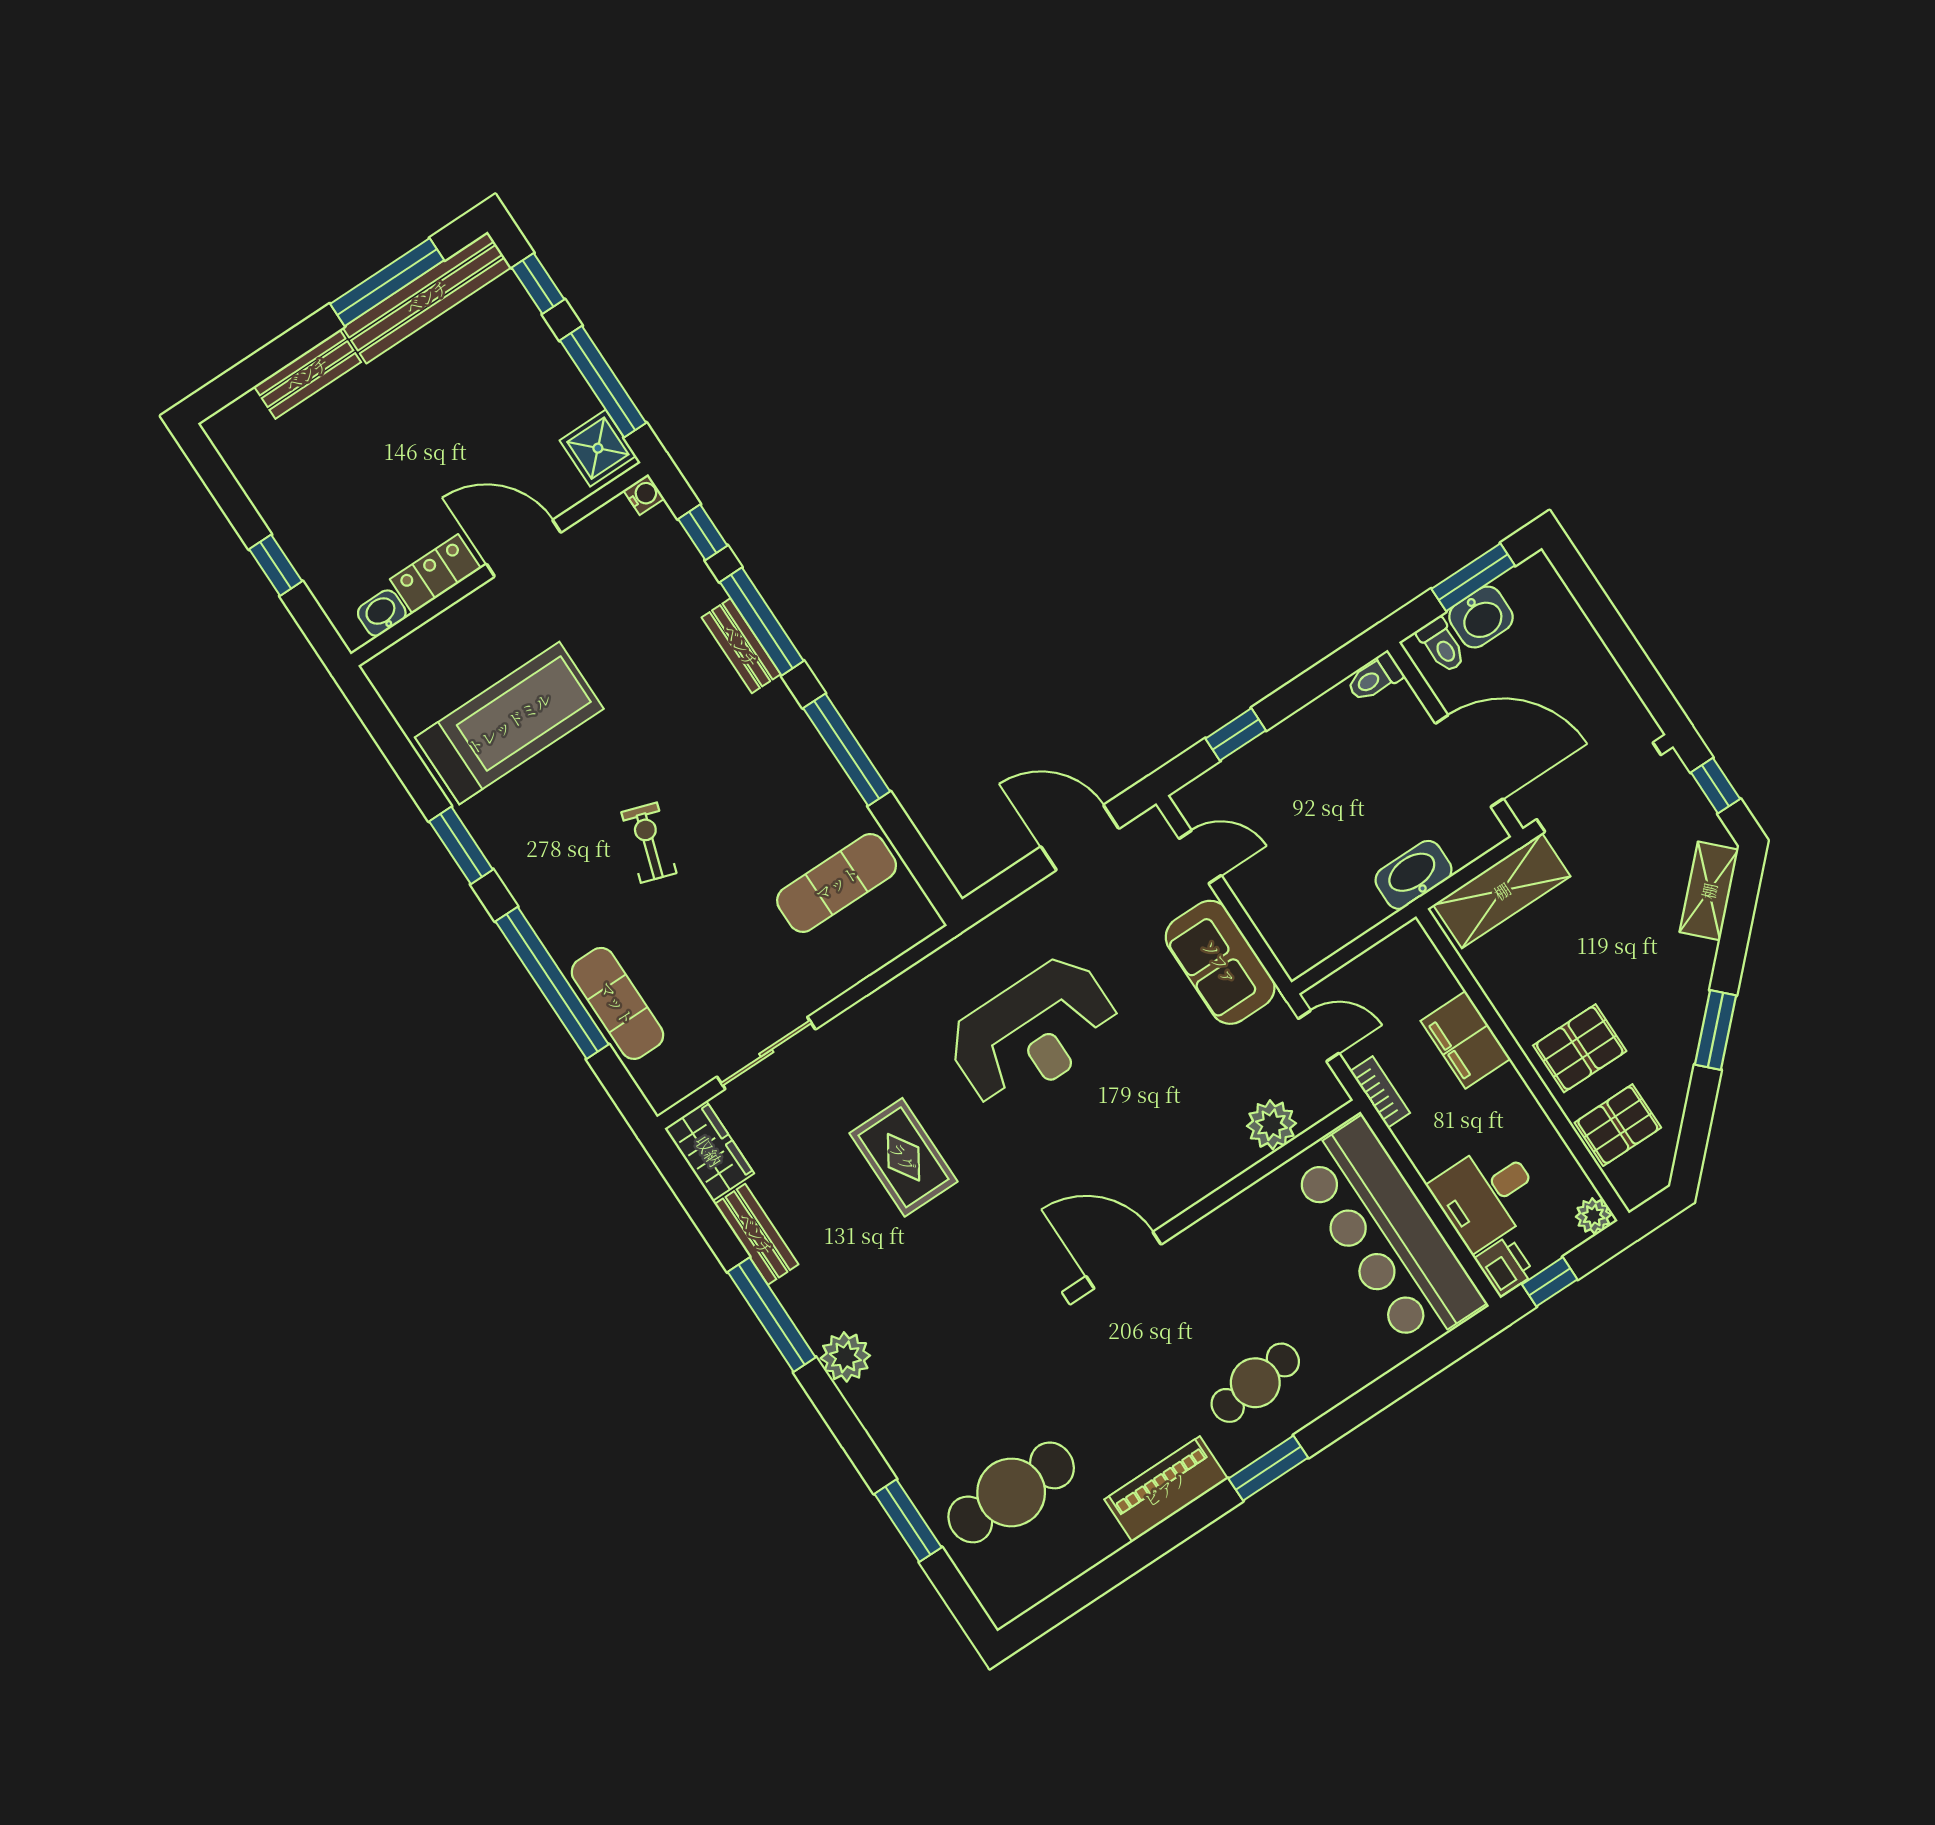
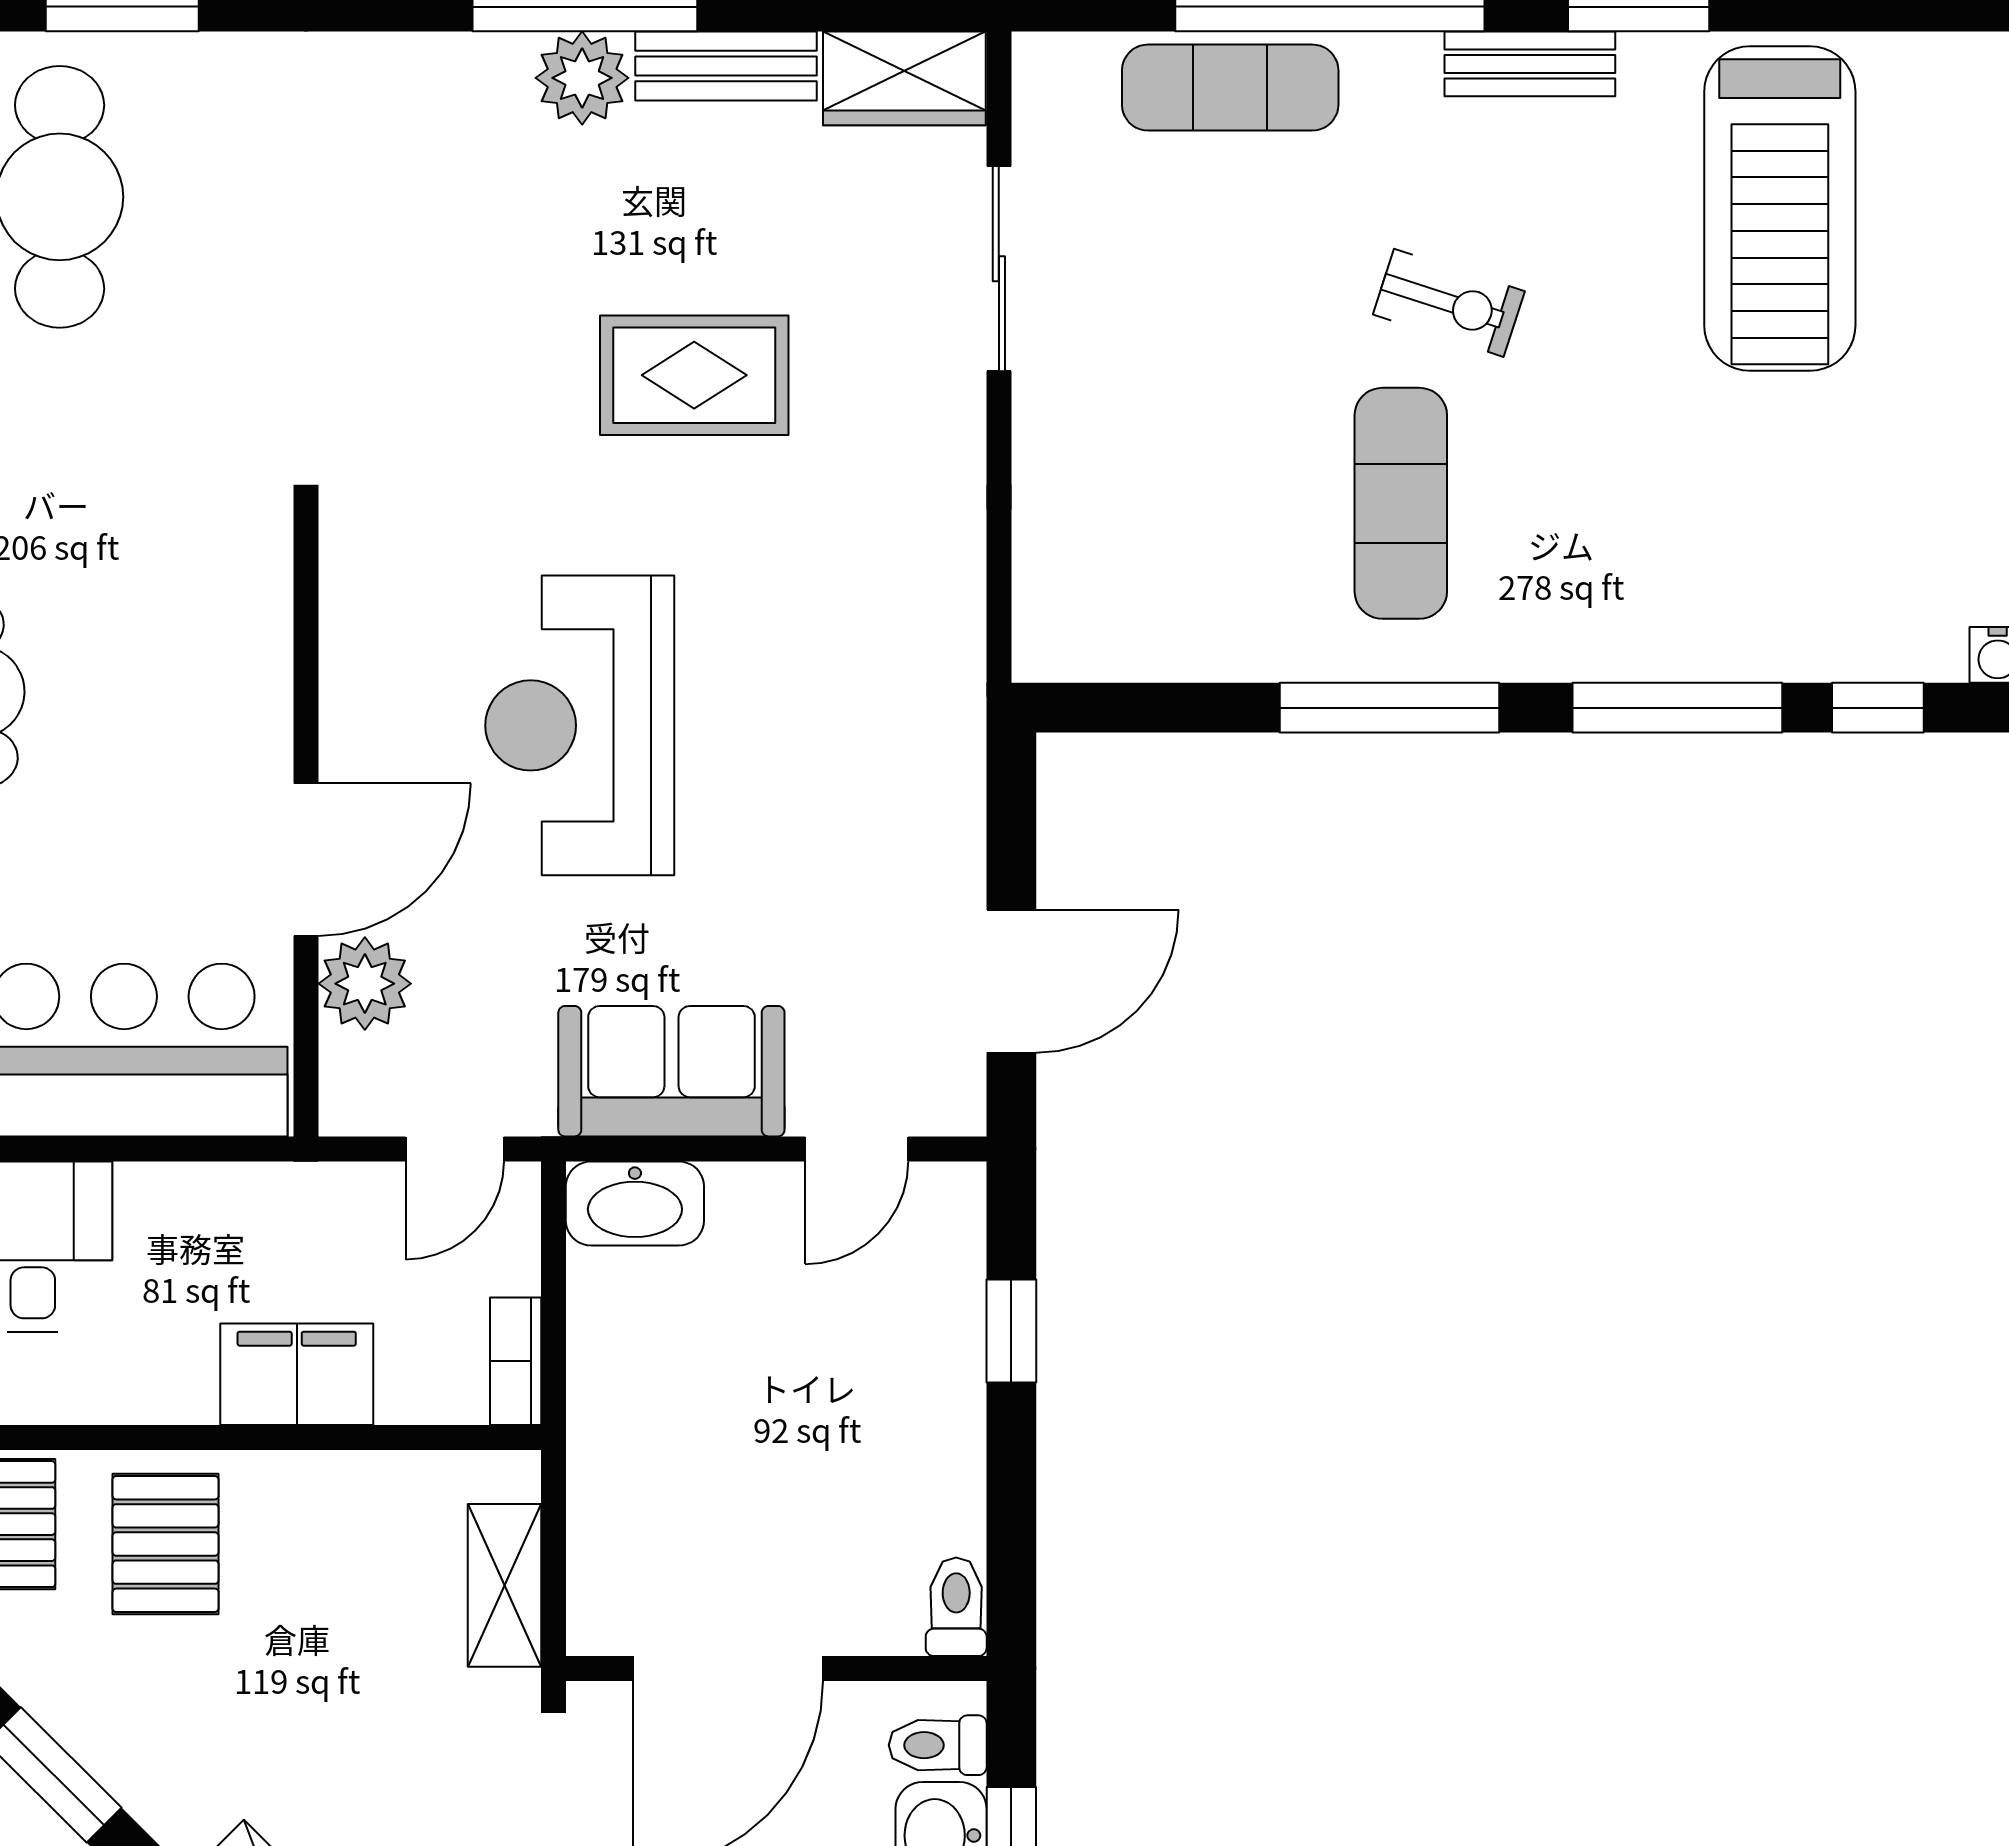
bench: (741, 646) -> (1530, 64), moved
washbasin: (1414, 875) -> (635, 1203), moved, turned 90
exercise mat: (837, 883) -> (1401, 503), moved
shelving: (1502, 891) -> (504, 1585), width x0.67, depth x0.75
reception desk: (1033, 1032) -> (580, 725), moved
bookcase: (1380, 1092) -> (516, 1361), moved, turned 90
door: (1123, 1260) -> (306, 860), moved
plant: (845, 1357) -> (582, 78), moved

